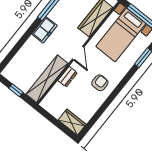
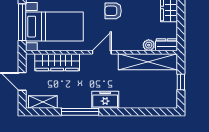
dresser: (68, 77) -> (167, 45), moved
plant: (58, 88) -> (149, 45), added

